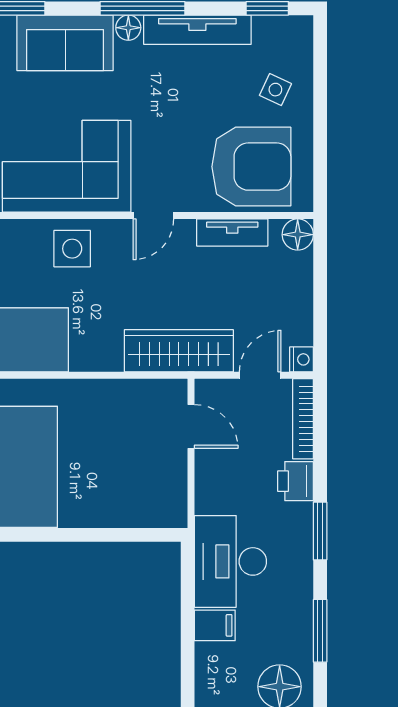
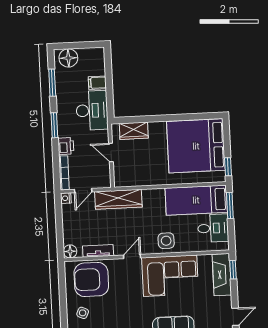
door: (191, 426) -> (111, 153), moved
wardrobe: (135, 509) -> (134, 131), added

